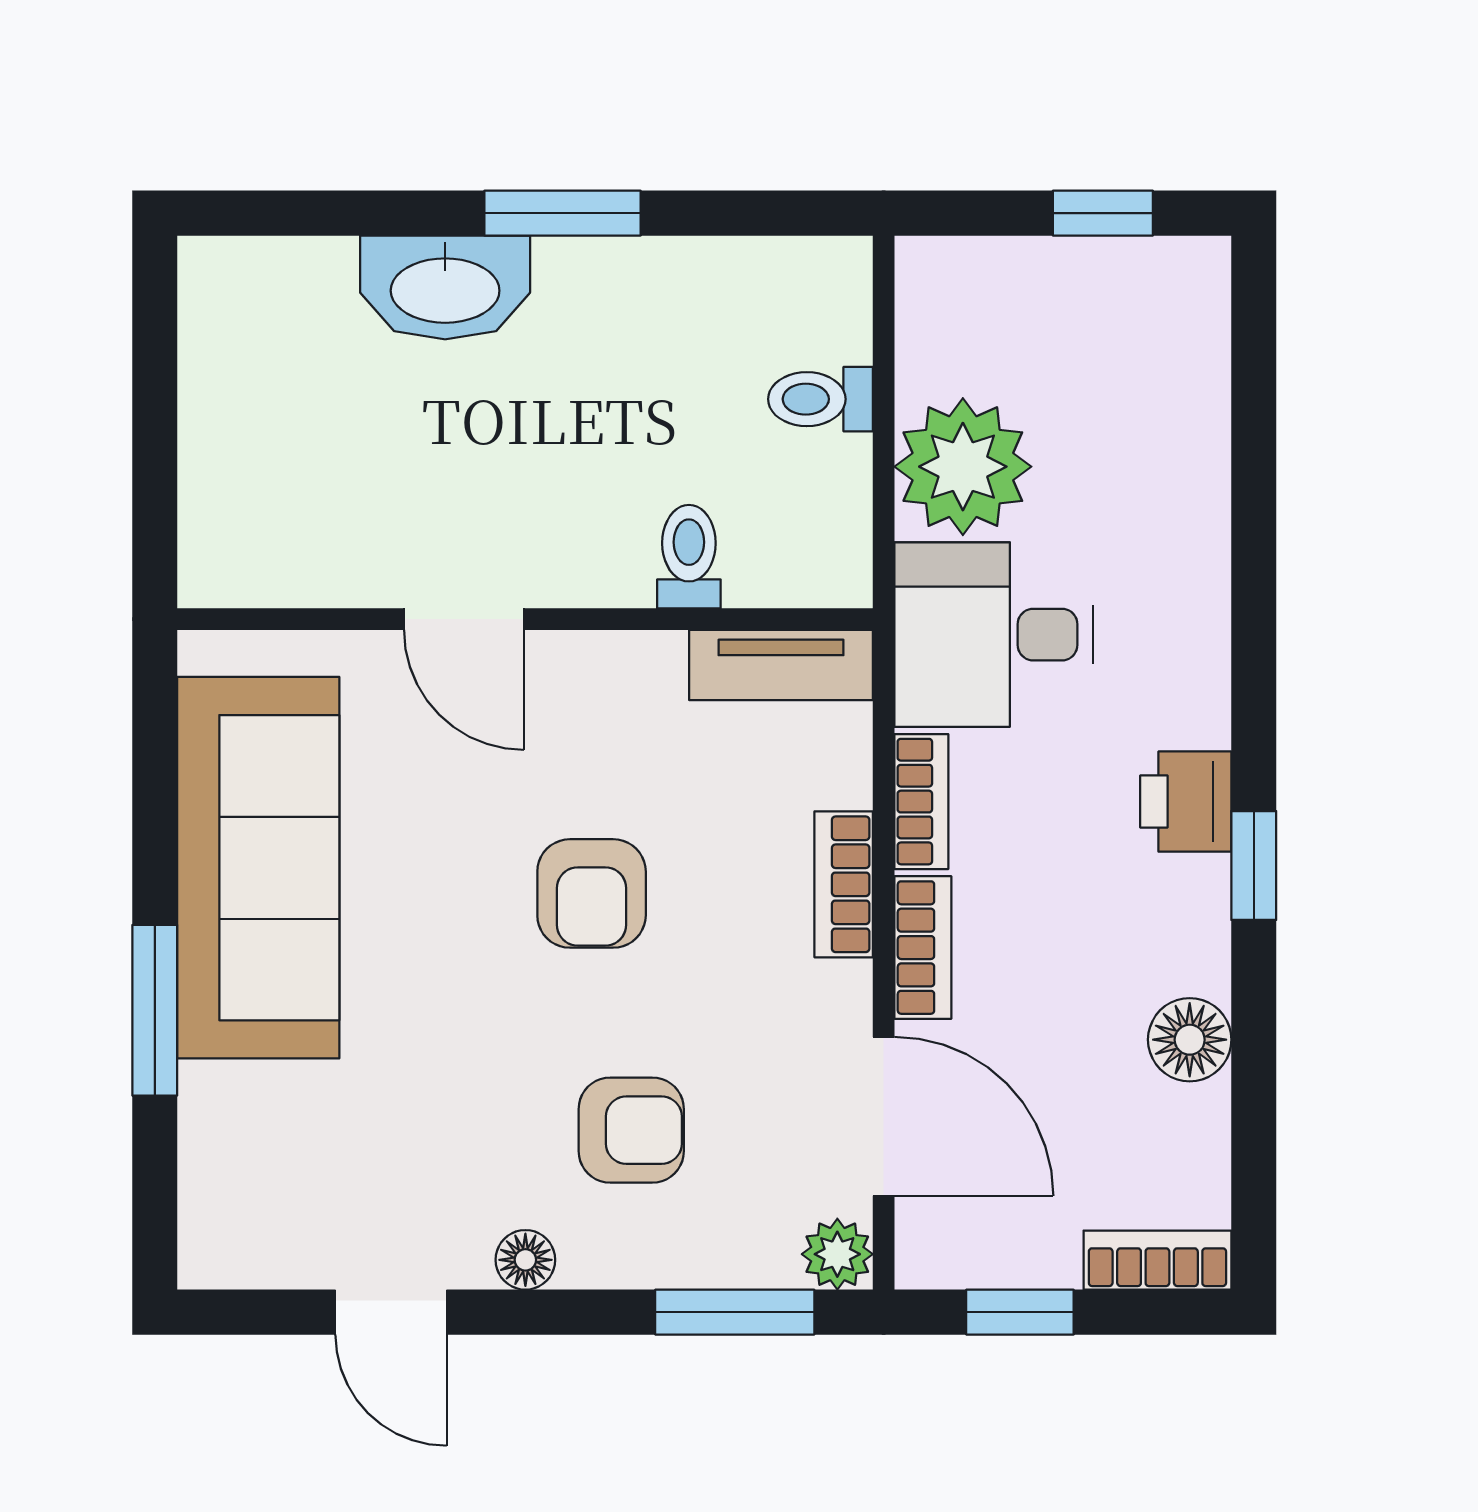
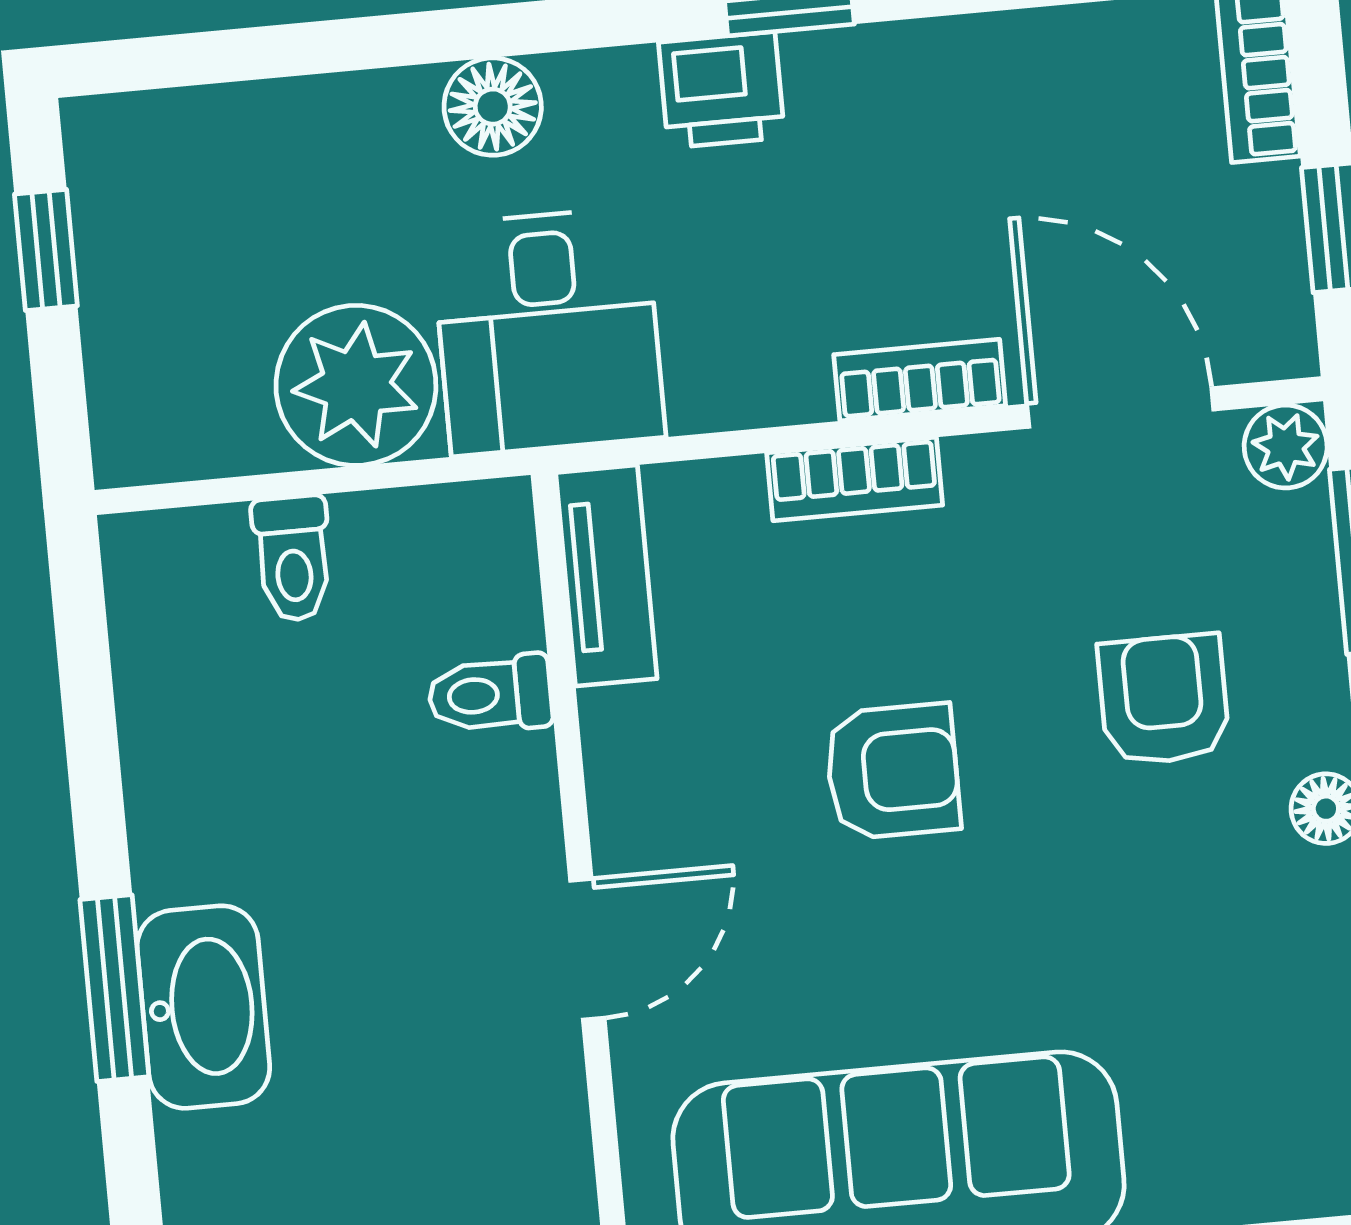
window: (562, 213) -> (114, 988), moved
bookcase: (921, 802) -> (750, 398), removed
floor lamp: (1190, 1040) -> (493, 107), moved
door: (884, 1116) -> (1120, 408), hinge flipped

